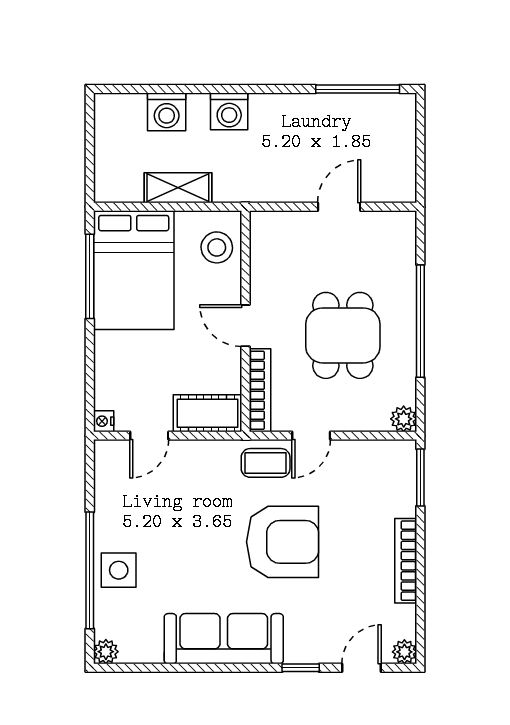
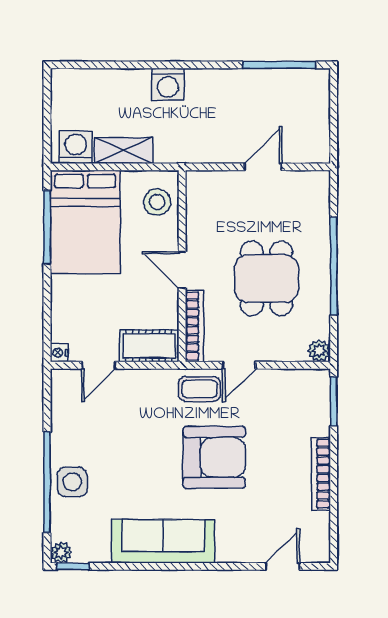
washing machine: (167, 112) -> (76, 147), moved, turned 180
plant: (404, 652) -> (320, 553), removed
window: (301, 668) -> (73, 566), moved

